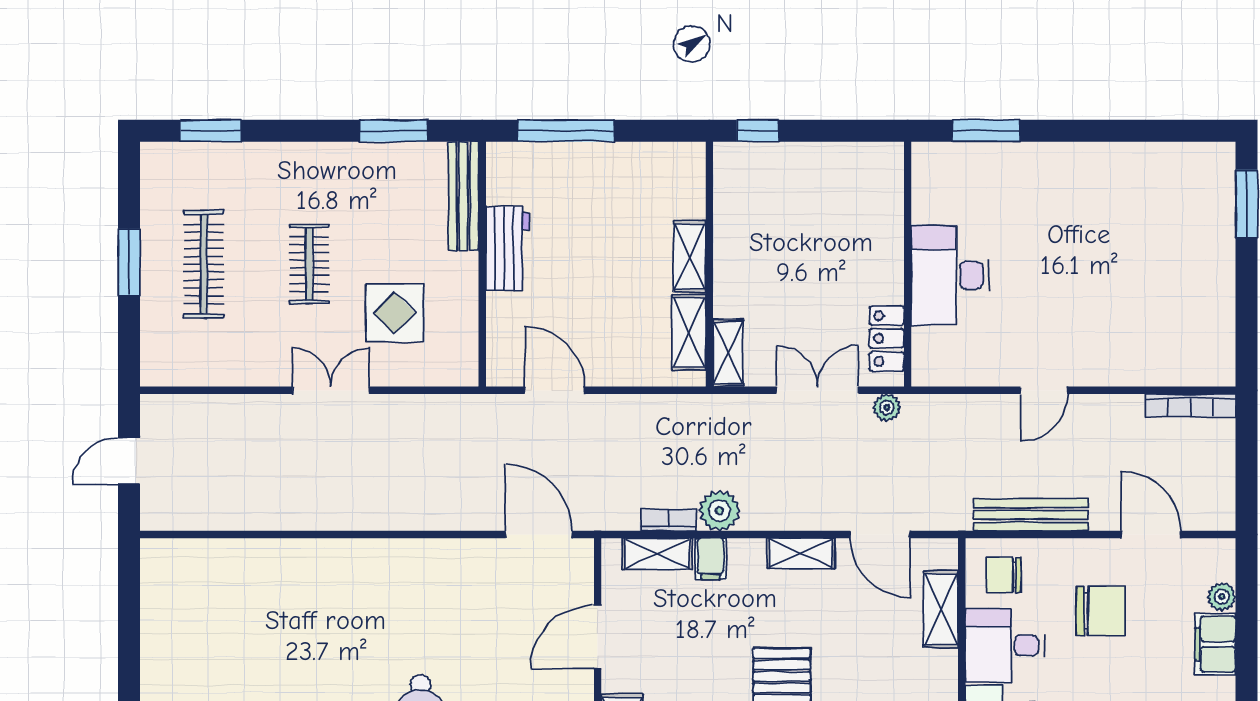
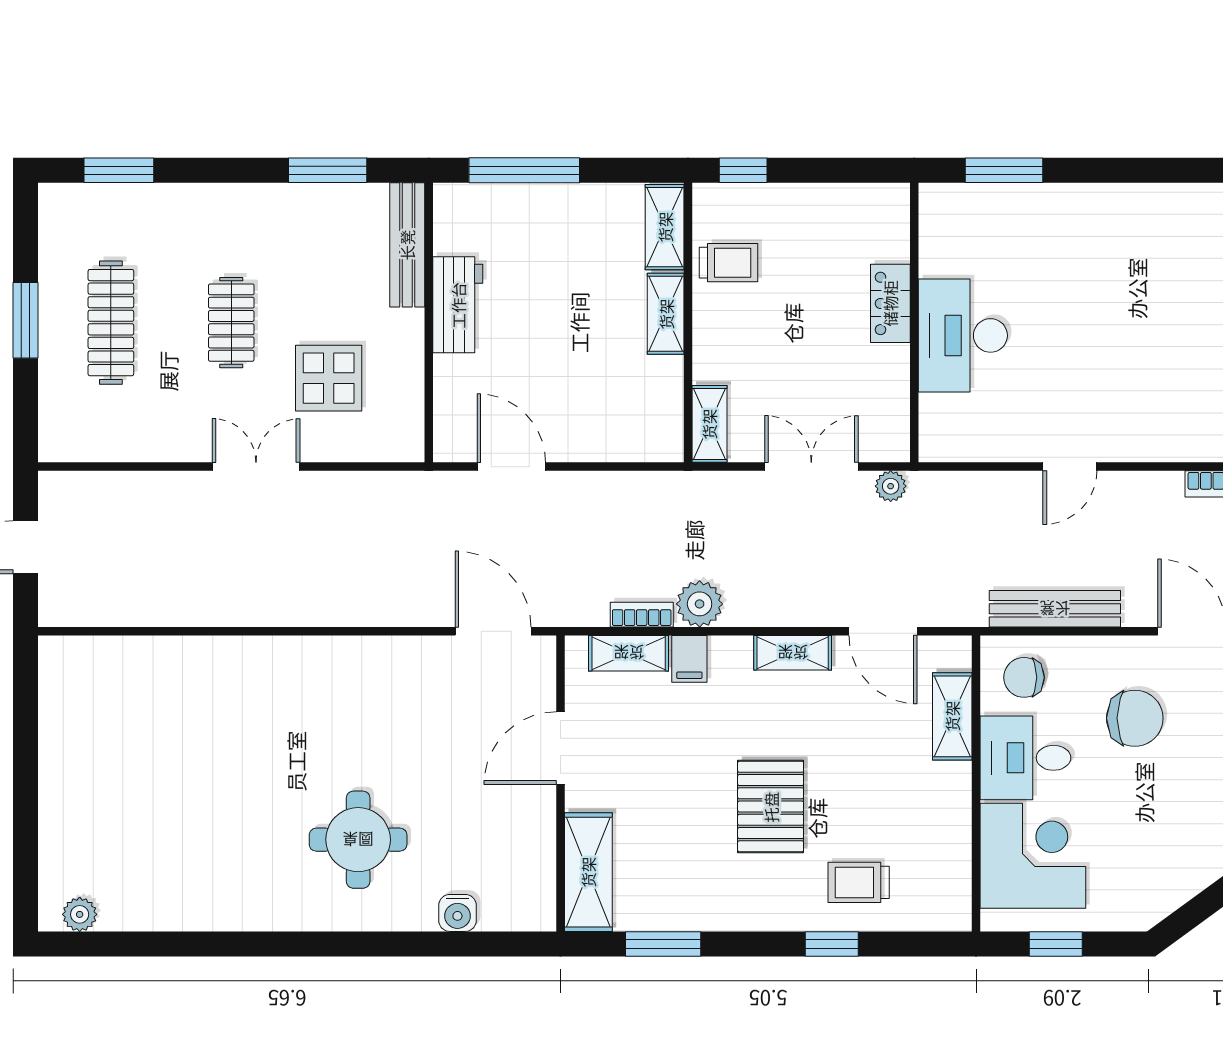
trolley: (745, 212) -> (729, 263), added
shelving: (689, 332) -> (665, 227), moved
locker: (887, 338) -> (890, 303), moved

